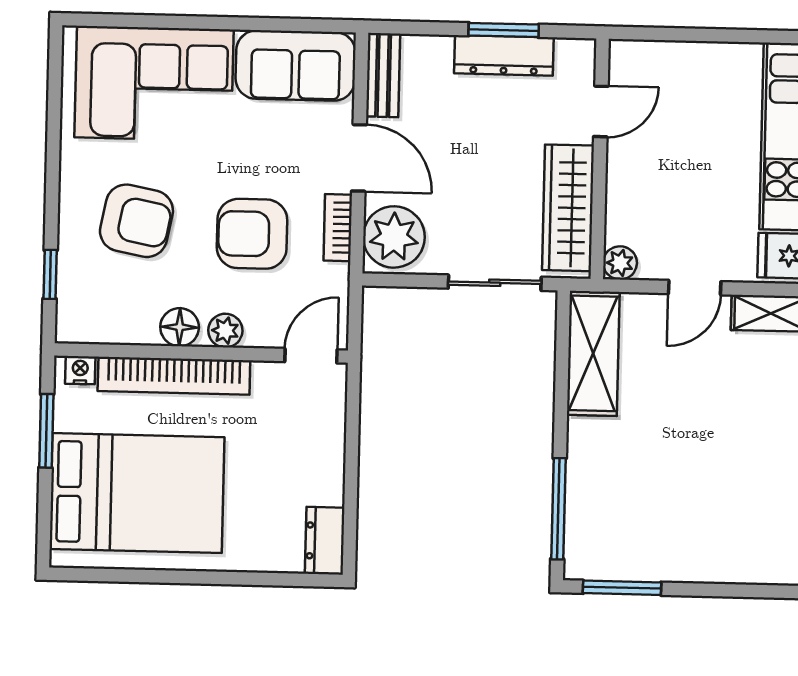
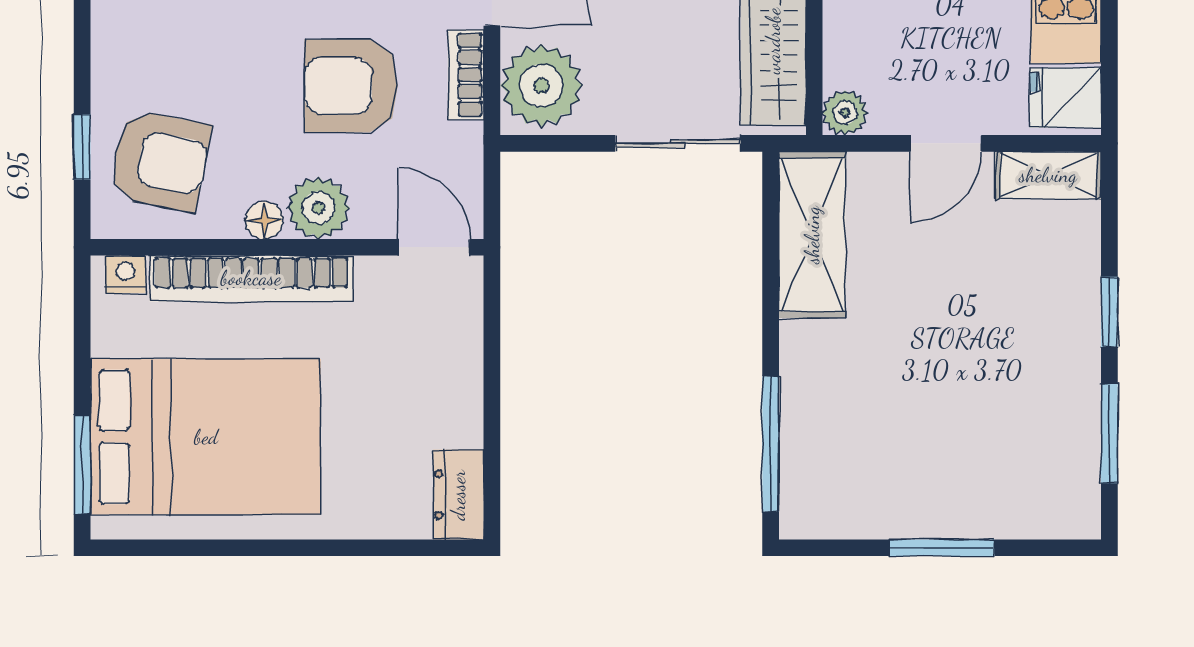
armchair: (136, 221) -> (160, 161), moved
floor lamp: (180, 327) -> (264, 220), width x0.73, depth x0.73
plant: (225, 331) -> (319, 208), width x1.38, depth x1.38
door: (311, 356) -> (434, 247), hinge flipped
window: (46, 431) -> (82, 465), moved
window: (622, 588) -> (942, 548), moved

